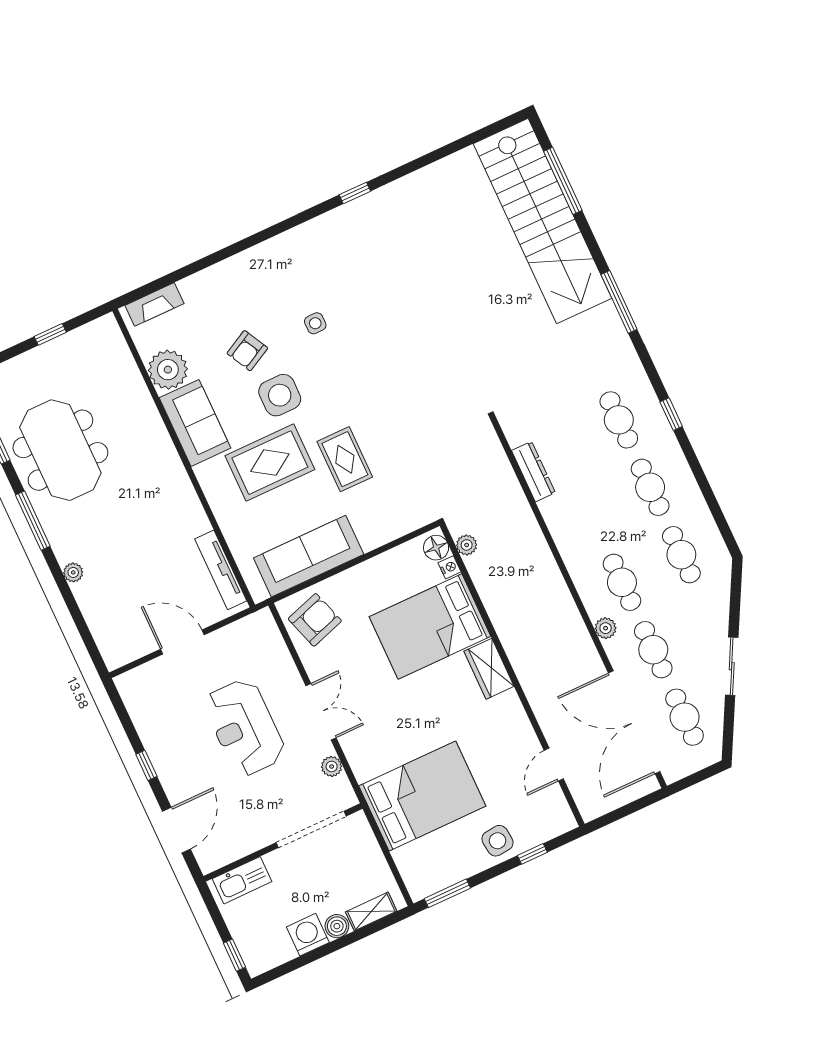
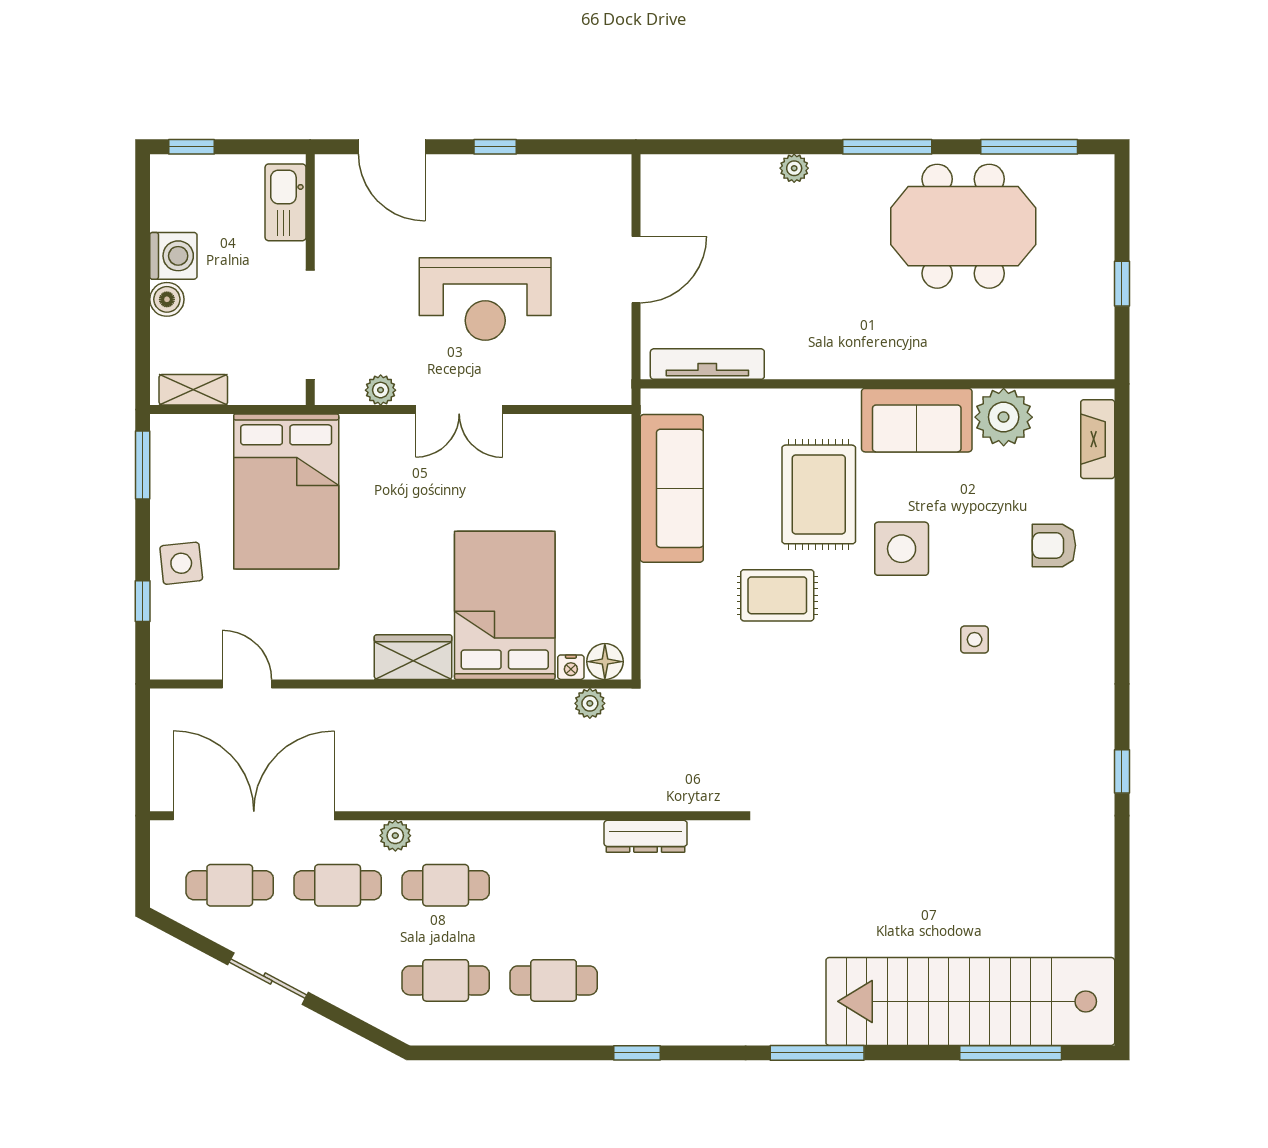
armchair: (247, 351) -> (1054, 545), moved, turned -62
cafe table: (619, 420) -> (662, 980), removed
armchair: (315, 620) -> (584, 458), removed
reception desk: (244, 727) -> (485, 299), turned 180
shelving: (371, 911) -> (193, 390), moved, turned 90

